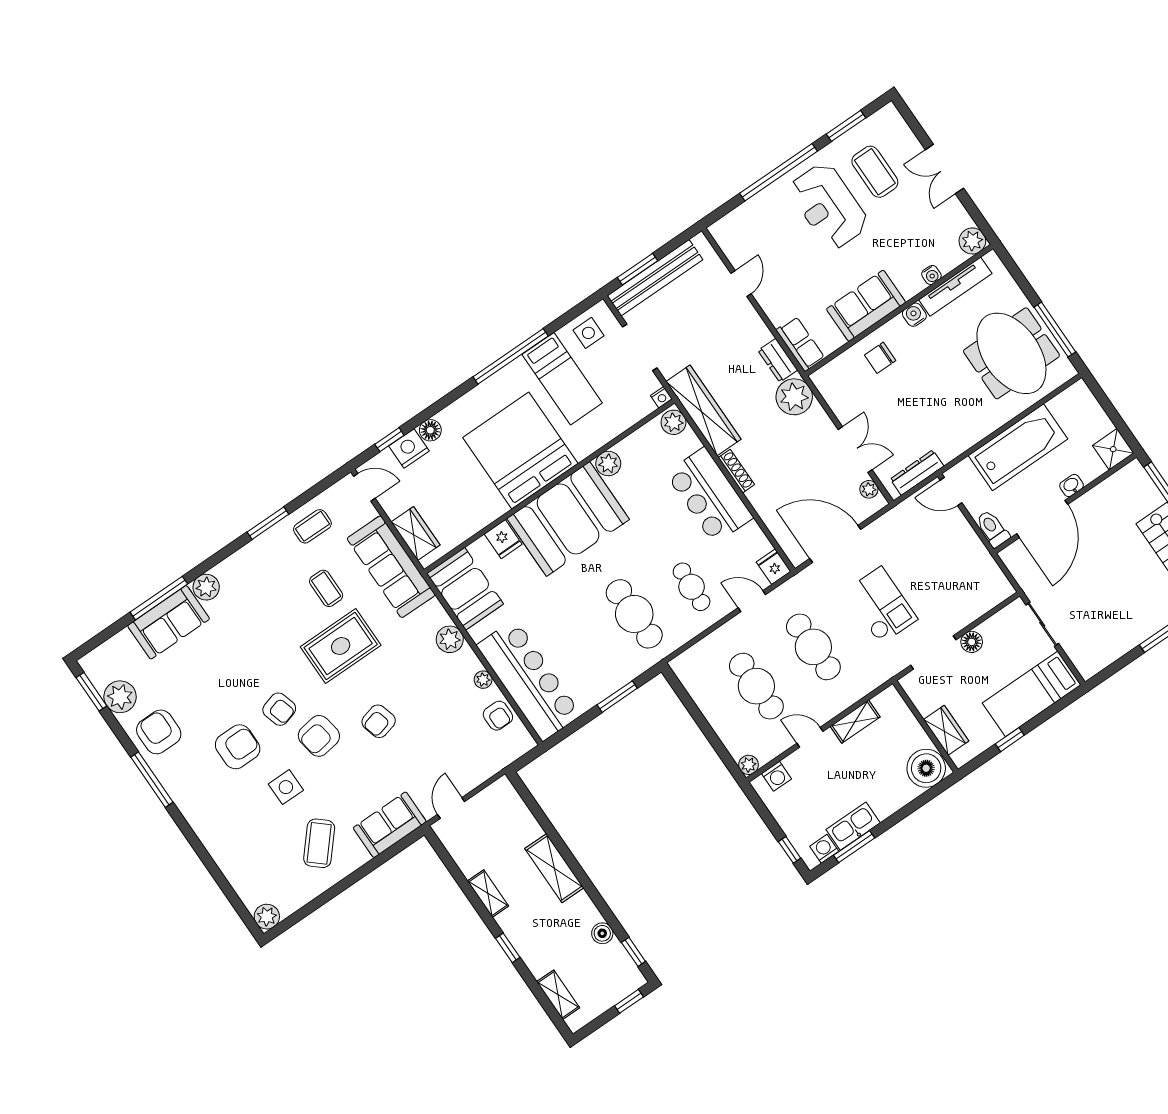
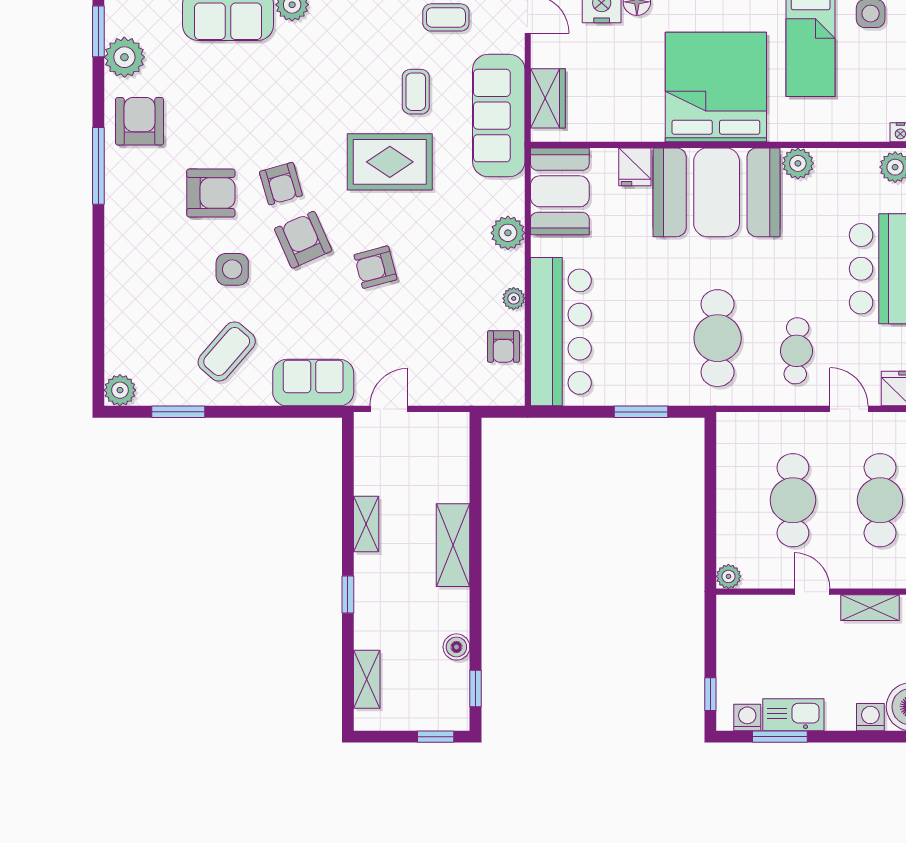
armchair: (319, 736) -> (303, 240), turned 75
washing machine: (776, 776) -> (870, 717), moved, turned 180
window: (315, 904) -> (178, 412), added

